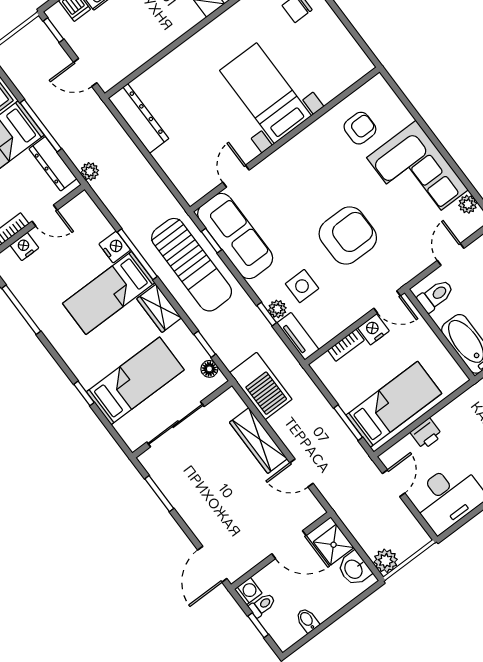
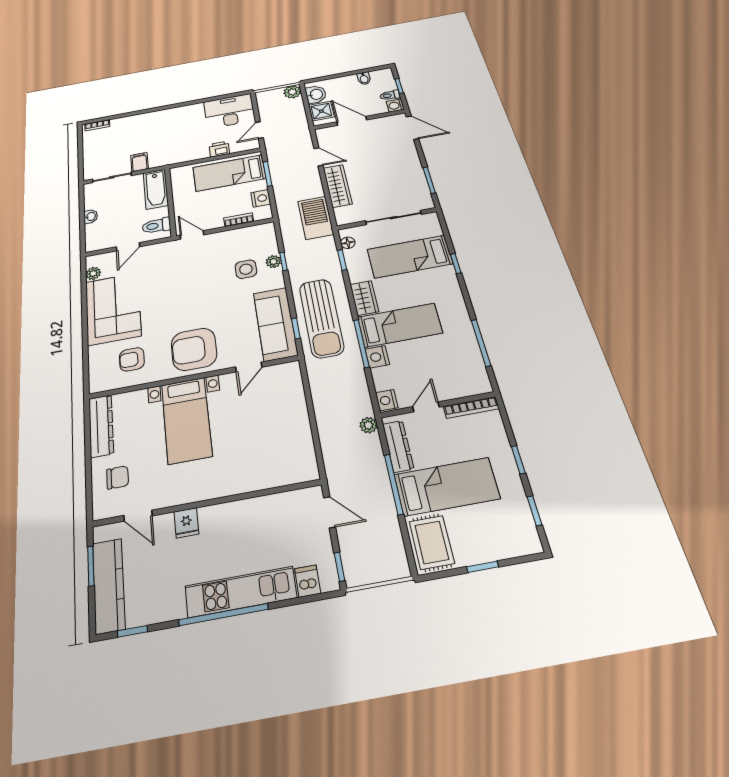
dresser: (138, 118) -> (101, 426), moved, turned 180
door: (45, 216) -> (426, 407), hinge flipped
armchair: (348, 236) -> (194, 349), moved
nightstand: (24, 247) -> (387, 400), moved, turned 90
sun lounger: (192, 265) -> (321, 318), turned 180
nightstand: (373, 329) -> (261, 198), moved, turned -90
tv unit: (298, 336) -> (269, 238), removed
door: (212, 564) -> (412, 128), hinge flipped

